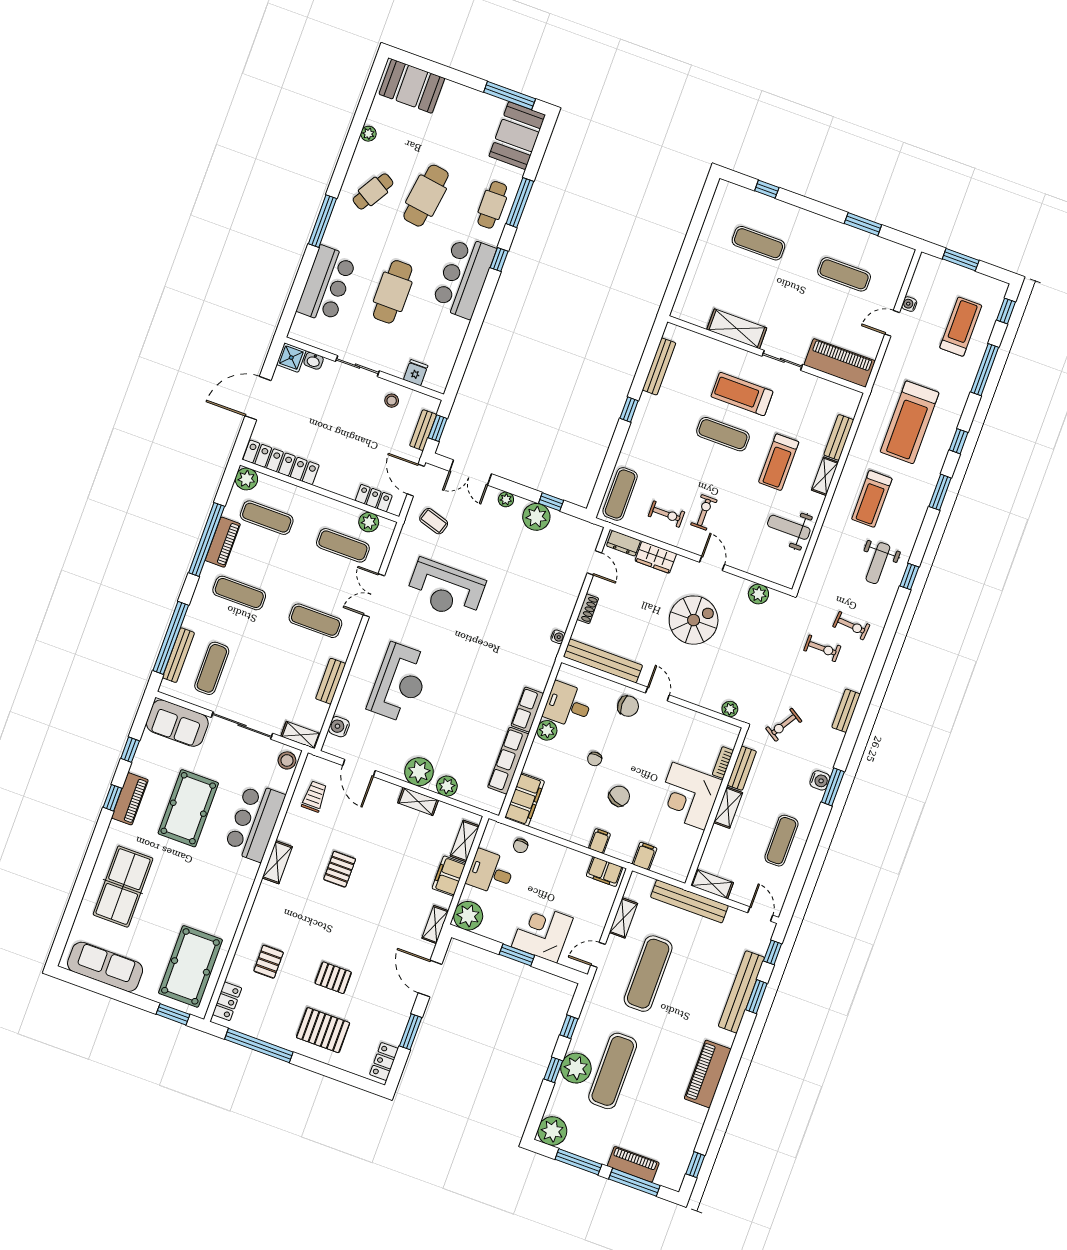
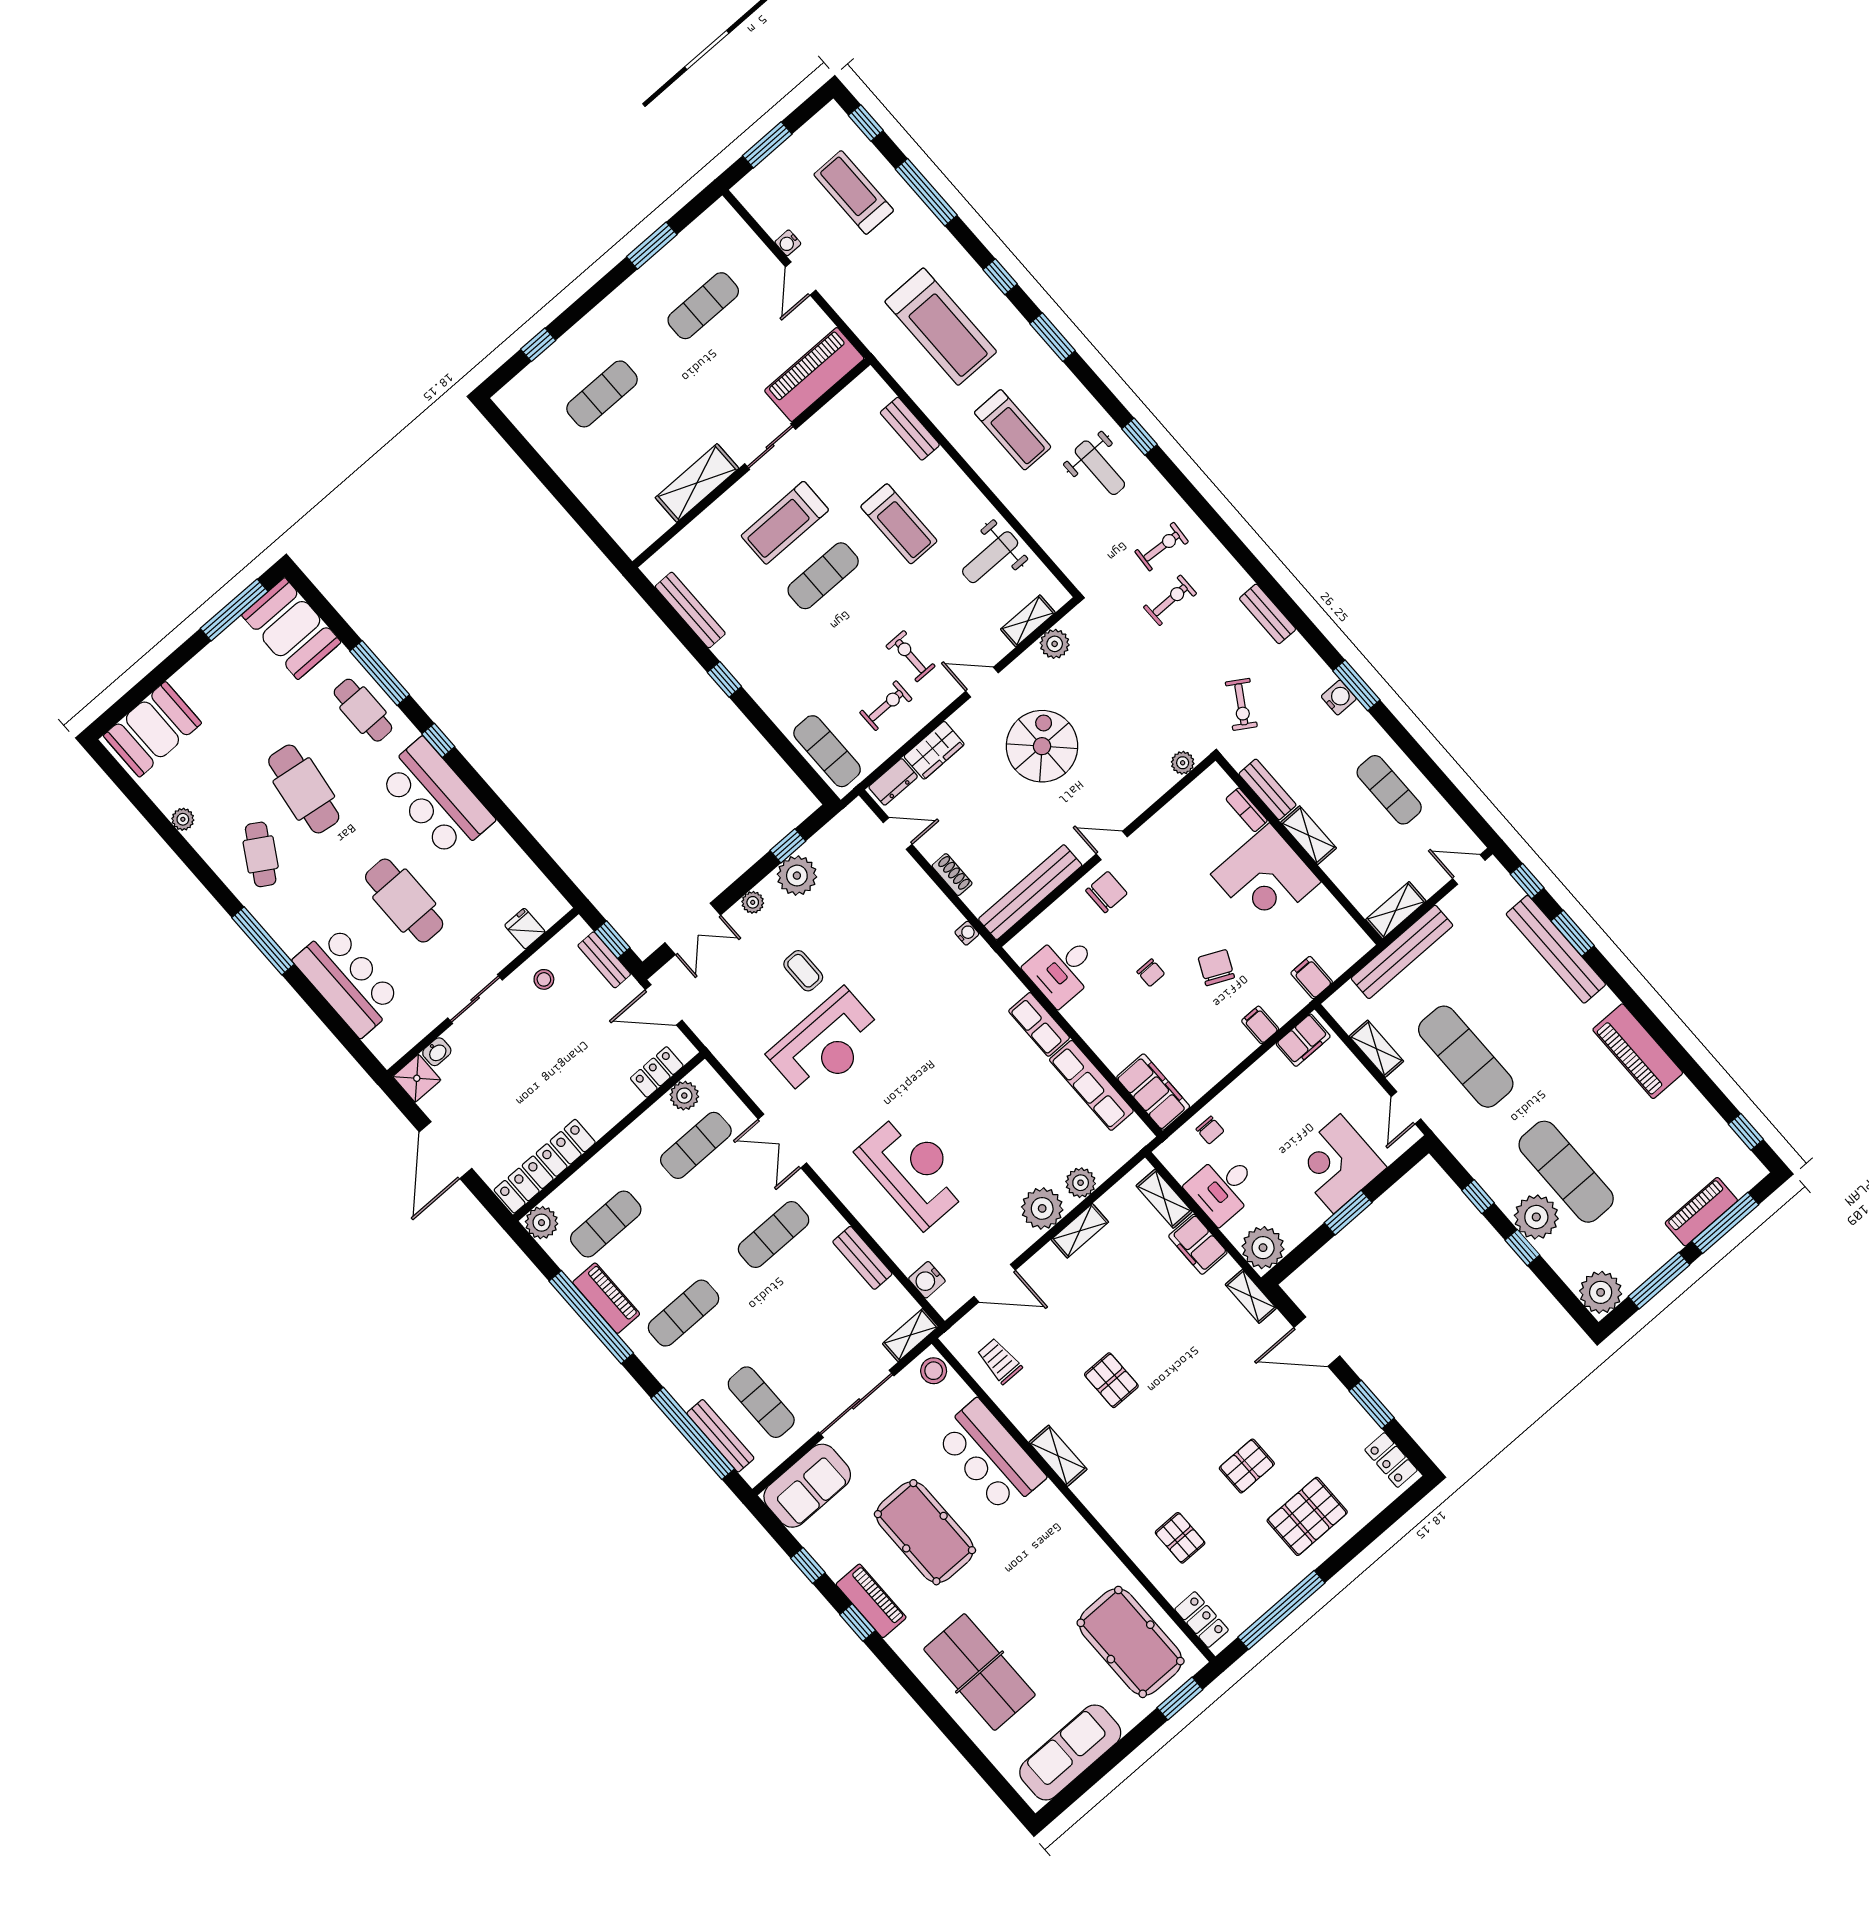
shelving: (825, 476) -> (1028, 621), moved, turned 90
coffee table: (434, 521) -> (803, 971), moved, turned 73
plant: (547, 730) -> (1080, 1014), removed

